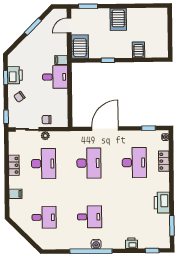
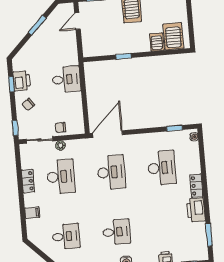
server rack: (80, 47) -> (173, 36), moved
filing cabinet: (61, 60) -> (71, 60), removed
door: (105, 129) -> (108, 134), moved
locker: (164, 161) -> (196, 186), moved

